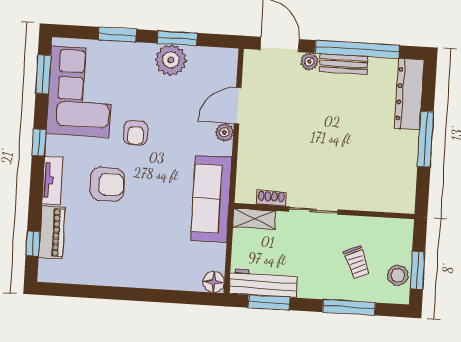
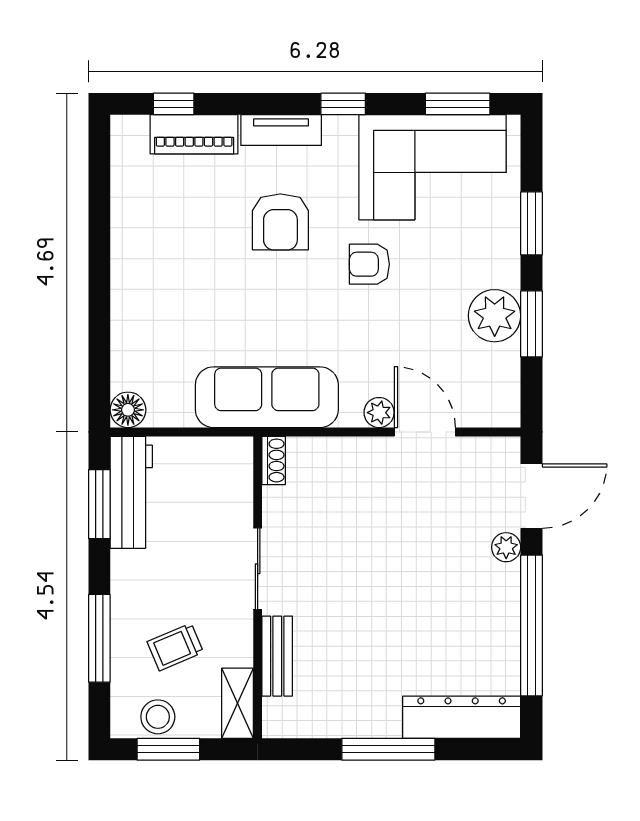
bench: (344, 64) -> (277, 656), moved
shoe rack: (271, 198) -> (274, 460), moved
shelving: (254, 219) -> (237, 703), moved

